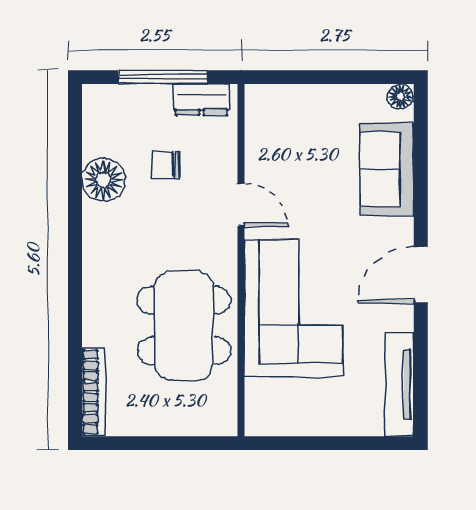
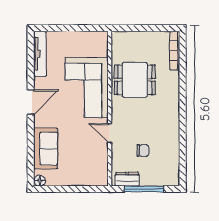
floor lamp: (103, 180) -> (170, 144), removed
dining table: (184, 326) -> (135, 80), width x0.73

